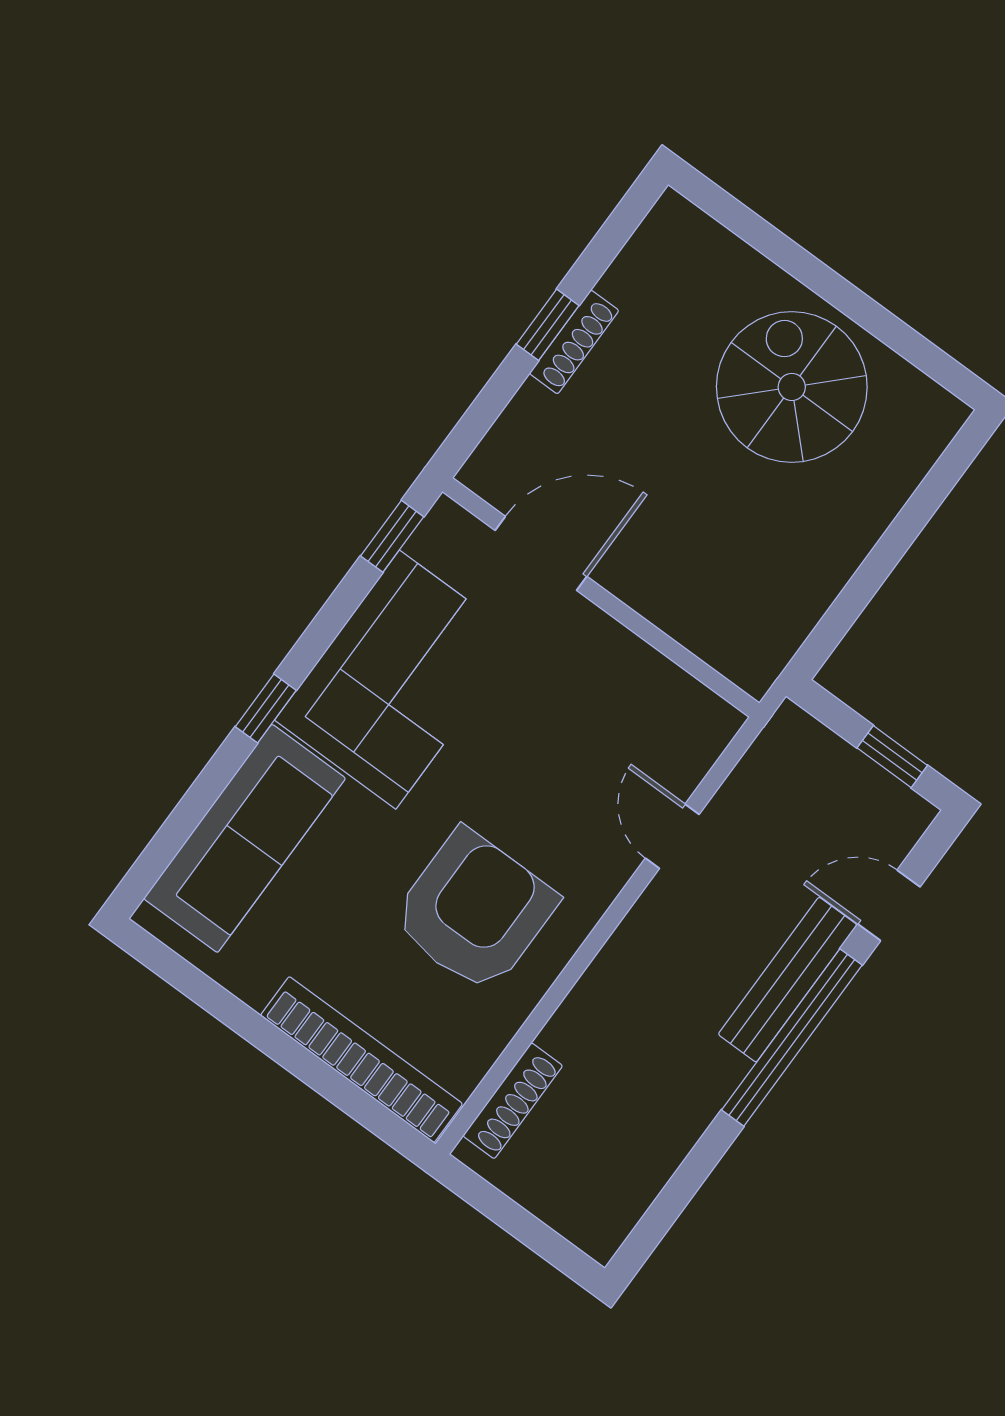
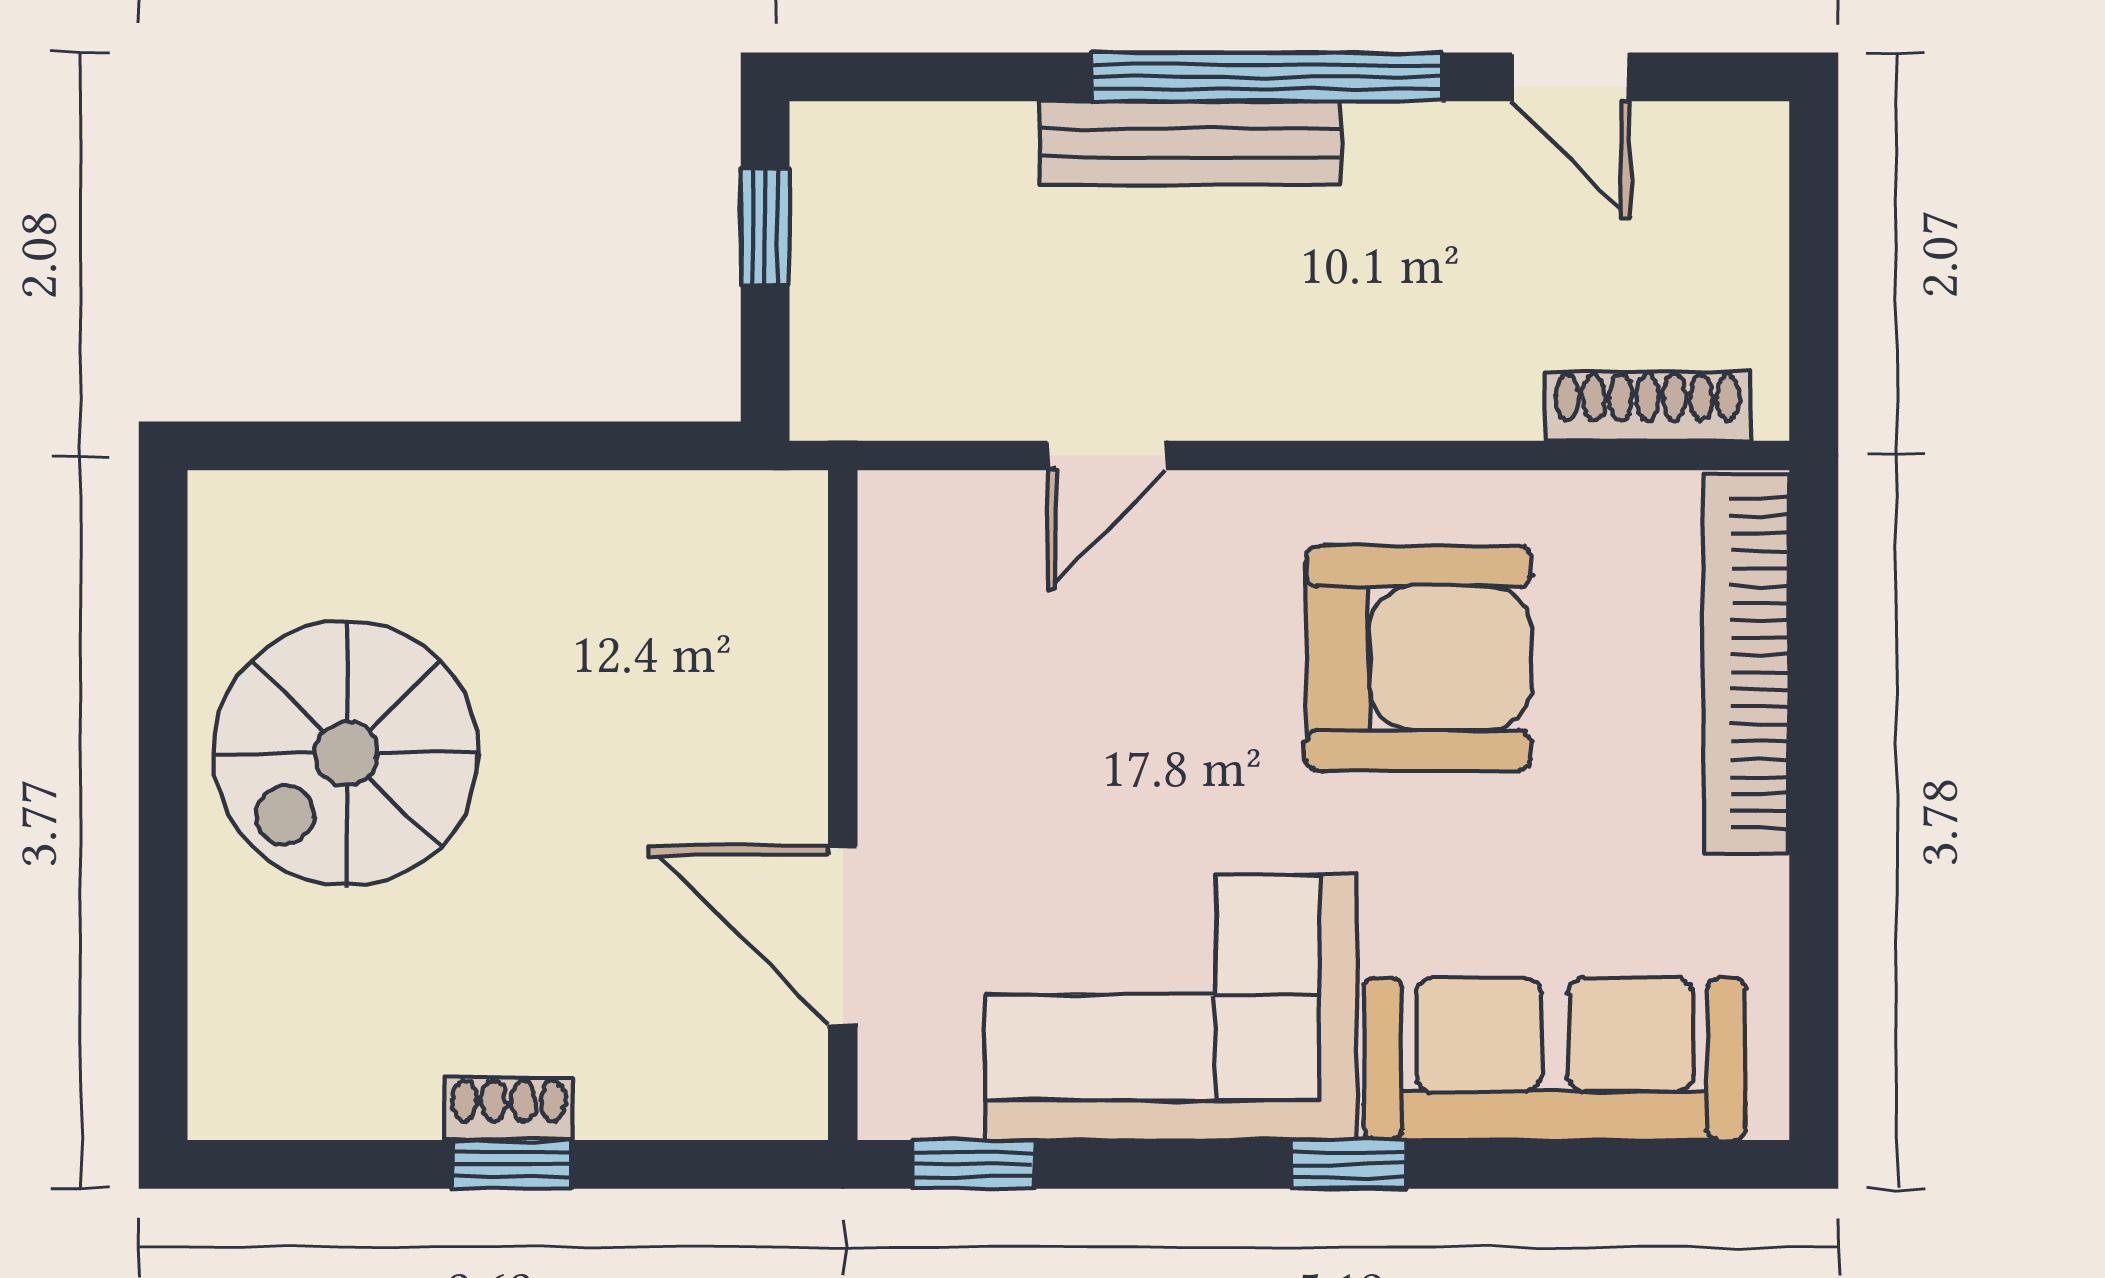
shoe rack: (574, 342) -> (509, 1109), width x0.70
door: (889, 905) -> (1571, 77), moved
armchair: (474, 911) -> (1418, 658), turned 180

